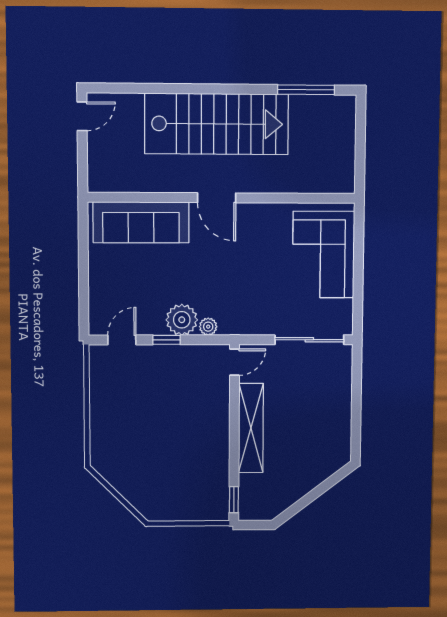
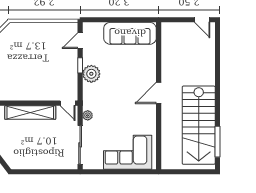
stairs: (217, 124) -> (199, 125), moved
sofa: (141, 222) -> (130, 33), moved, turned -90
plant: (208, 327) -> (88, 115), moved
door: (122, 340) -> (80, 41), swing flipped

